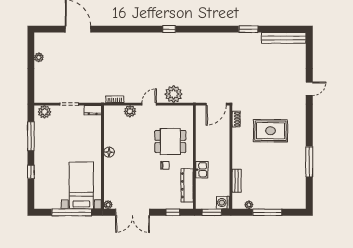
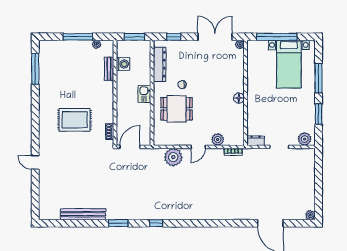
window: (169, 29) -> (156, 223), moved
window: (248, 29) -> (118, 223), moved
bench: (284, 38) -> (83, 214), moved
plant: (39, 57) -> (310, 215), moved
door: (309, 89) -> (35, 162), hinge flipped
window: (31, 136) -> (318, 114), width x0.69
window: (309, 162) -> (35, 69), moved
kitchen sink: (202, 170) -> (145, 94), moved
window: (31, 172) -> (318, 78), width x2.17
bed with nightstands: (81, 185) -> (289, 64), moved
washing machine: (223, 203) -> (123, 64), moved

